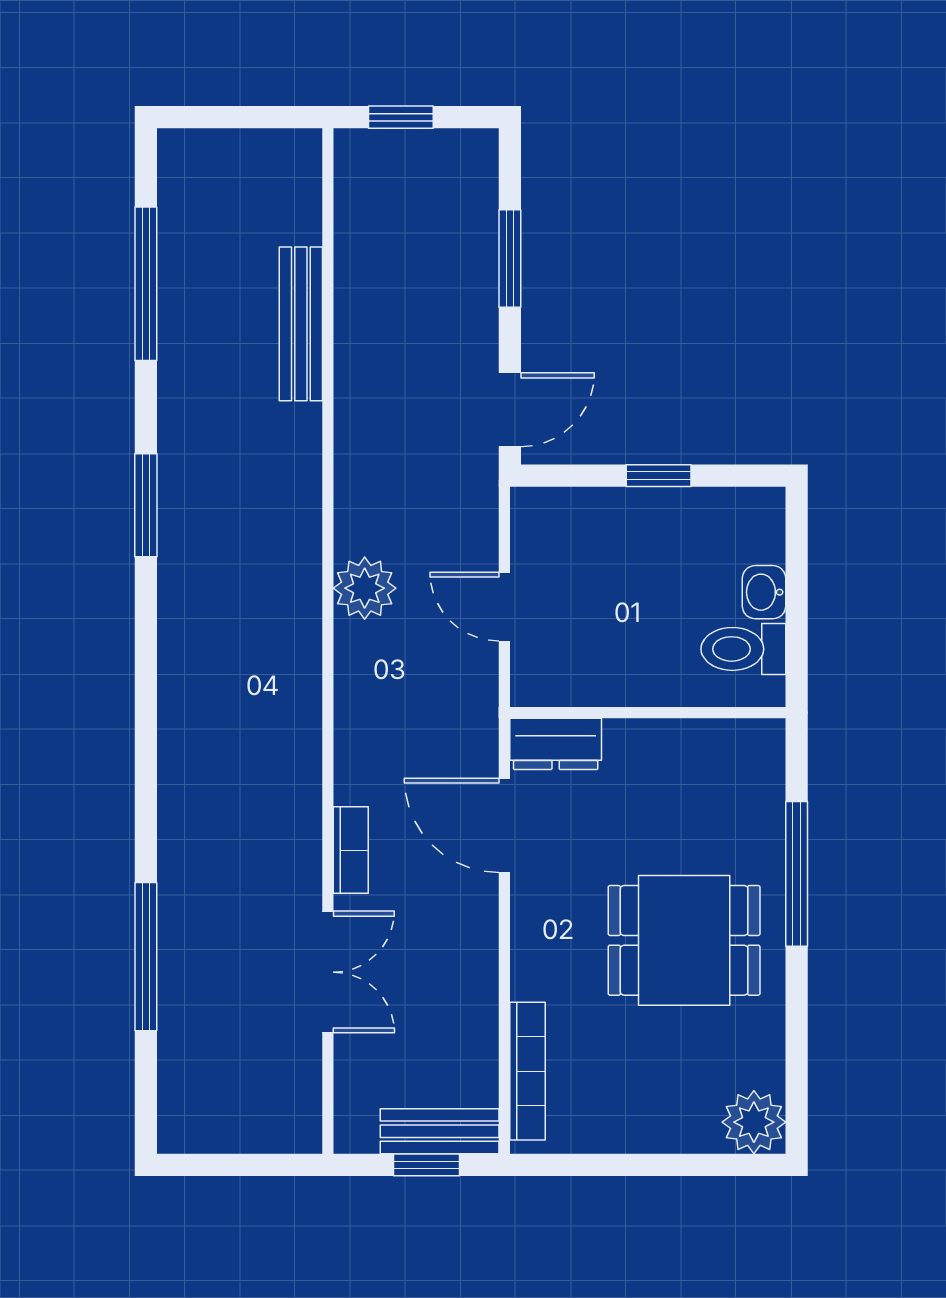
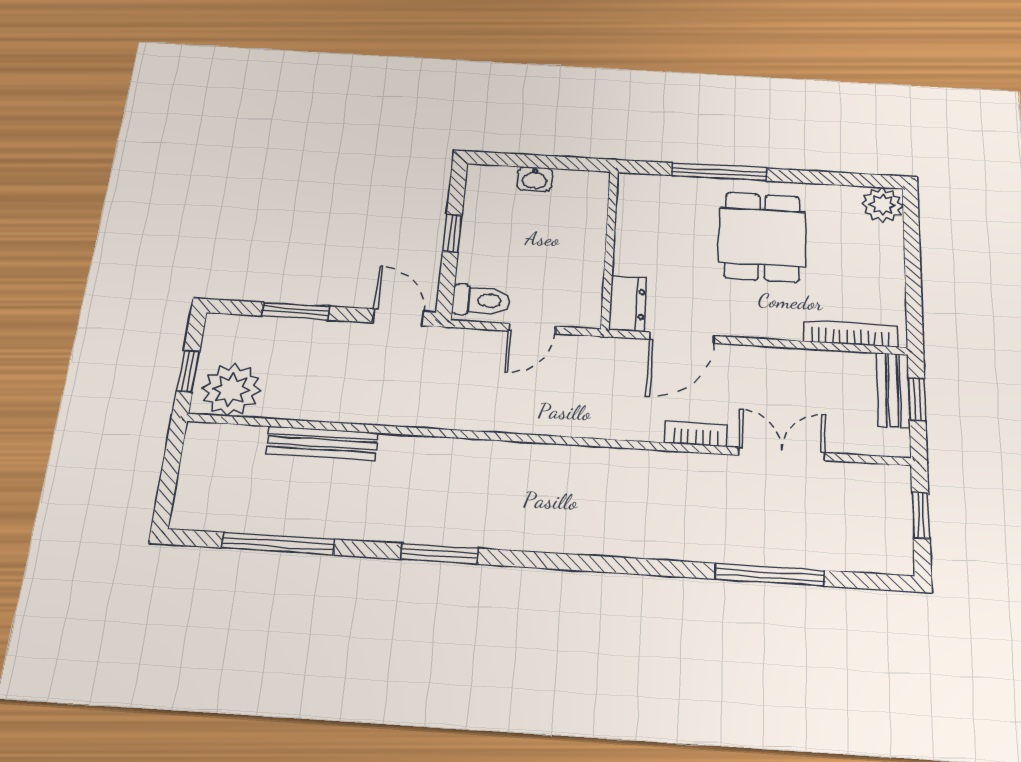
plant: (365, 588) -> (231, 389), moved, width x1.36, depth x1.36
toilet: (743, 649) -> (481, 300), moved, turned -90
window: (247, 1165) -> (921, 515), added

